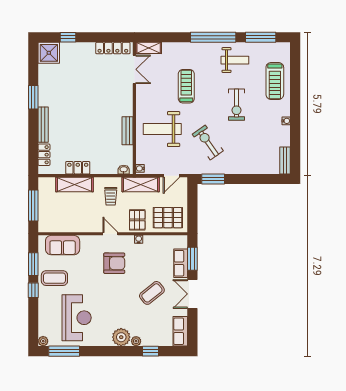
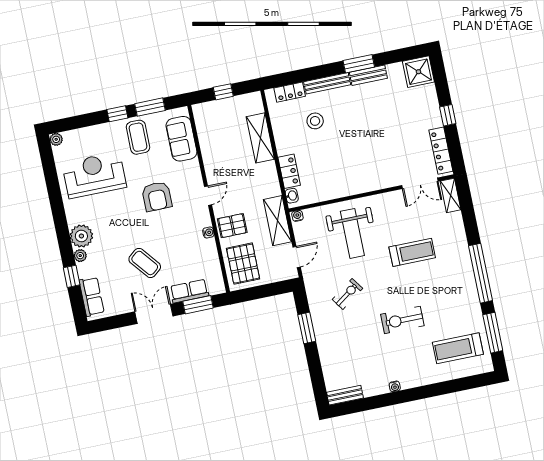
window: (68, 37) -> (448, 115), moved
weight bench: (235, 60) -> (458, 306), removed
treadmill: (275, 81) -> (458, 348), moved
weight bench: (162, 129) -> (352, 233), turned 180
bench: (128, 131) -> (368, 75), moved
stool: (70, 140) -> (315, 121), added
exercise bike: (208, 142) -> (347, 294), width x0.73, depth x0.72
locker: (78, 168) -> (289, 171), moved
door: (171, 176) -> (297, 257), swing flipped
window: (213, 179) -> (307, 328), moved
trolley: (111, 196) -> (255, 186), removed
window: (33, 206) -> (223, 92), width x0.46
armchair: (114, 263) -> (157, 196), moved
reception desk: (77, 318) -> (94, 175), turned 180
row of seats: (180, 331) -> (92, 297), moved, turned 90
window: (64, 351) -> (49, 168), removed

